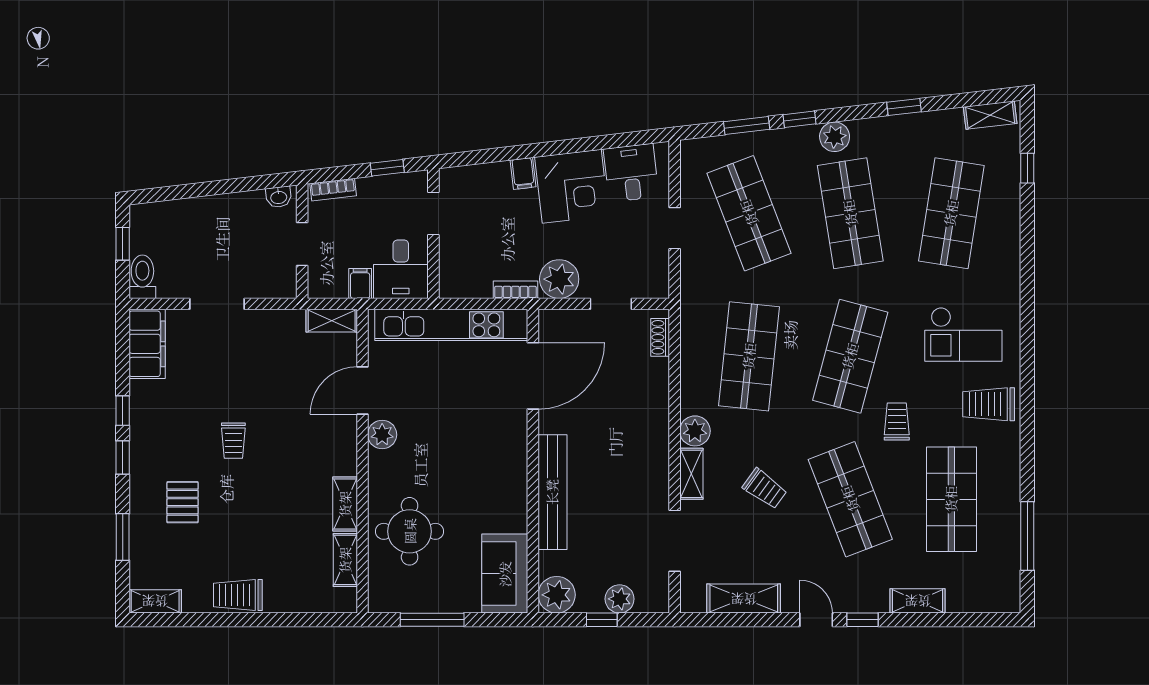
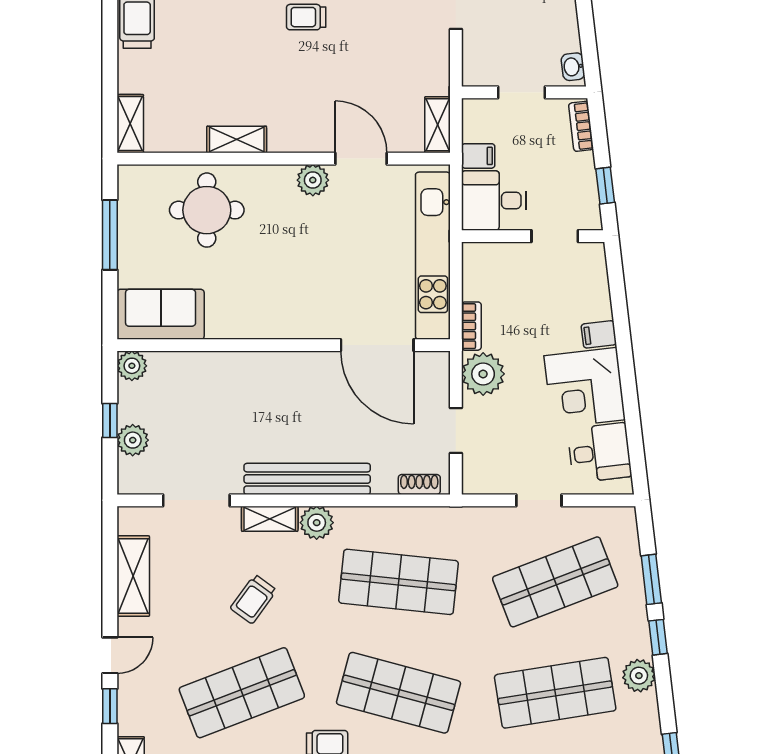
bench: (552, 492) -> (307, 479), moved
shelving: (345, 560) -> (130, 124), moved, turned 90
plant: (557, 595) -> (132, 366), width x0.73, depth x0.73

